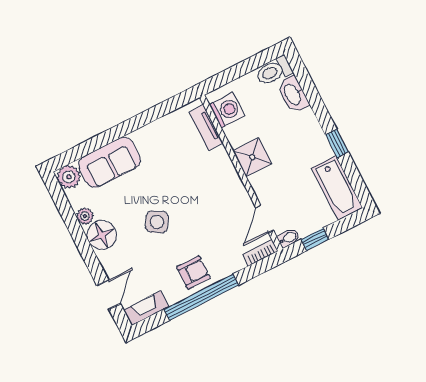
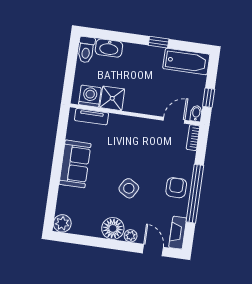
shower: (252, 157) -> (112, 98), moved
sofa: (110, 162) -> (75, 164), moved
plant: (85, 216) -> (131, 236), moved
door: (265, 219) -> (174, 120), swing flipped

